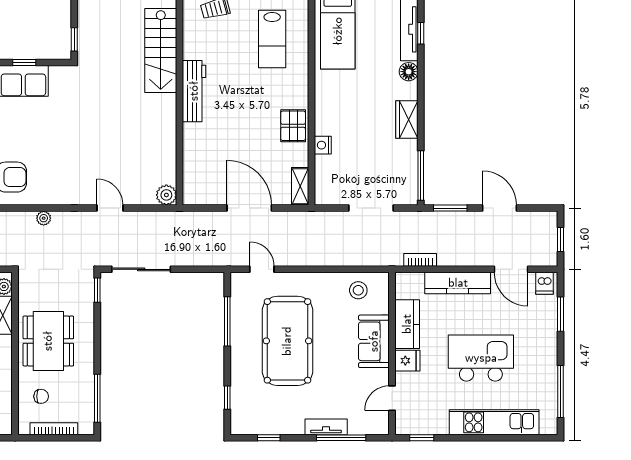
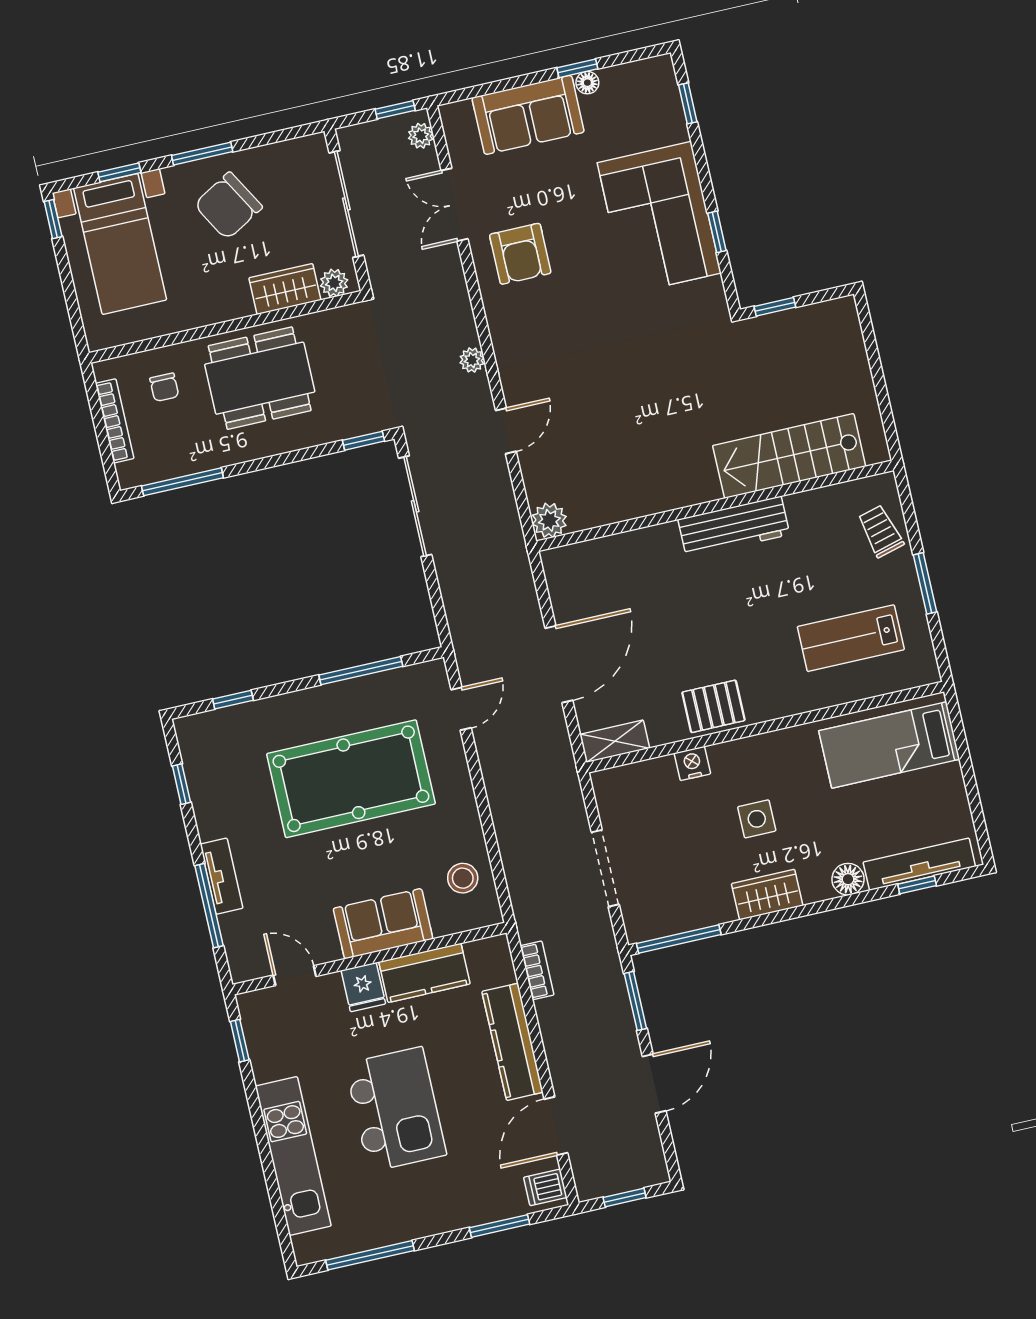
side table: (363, 116) -> (757, 819), added
plant: (44, 218) -> (472, 360), moved

